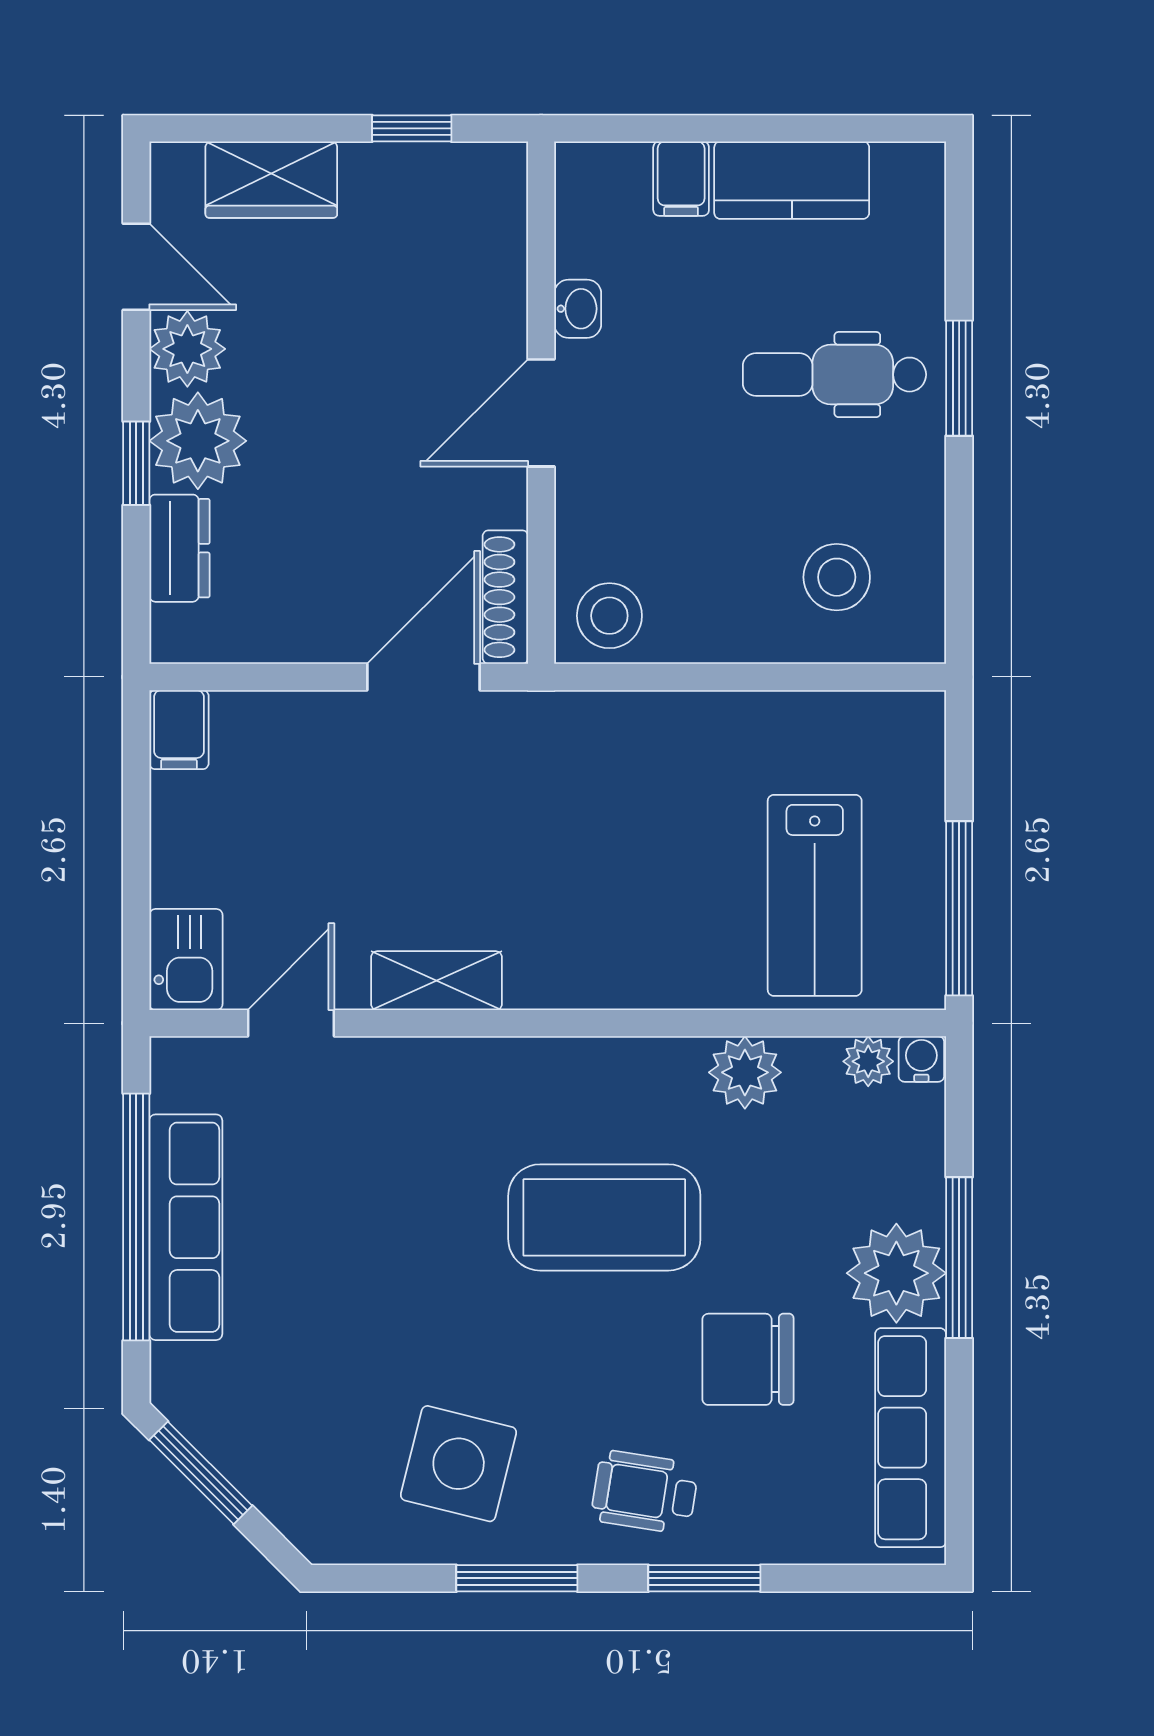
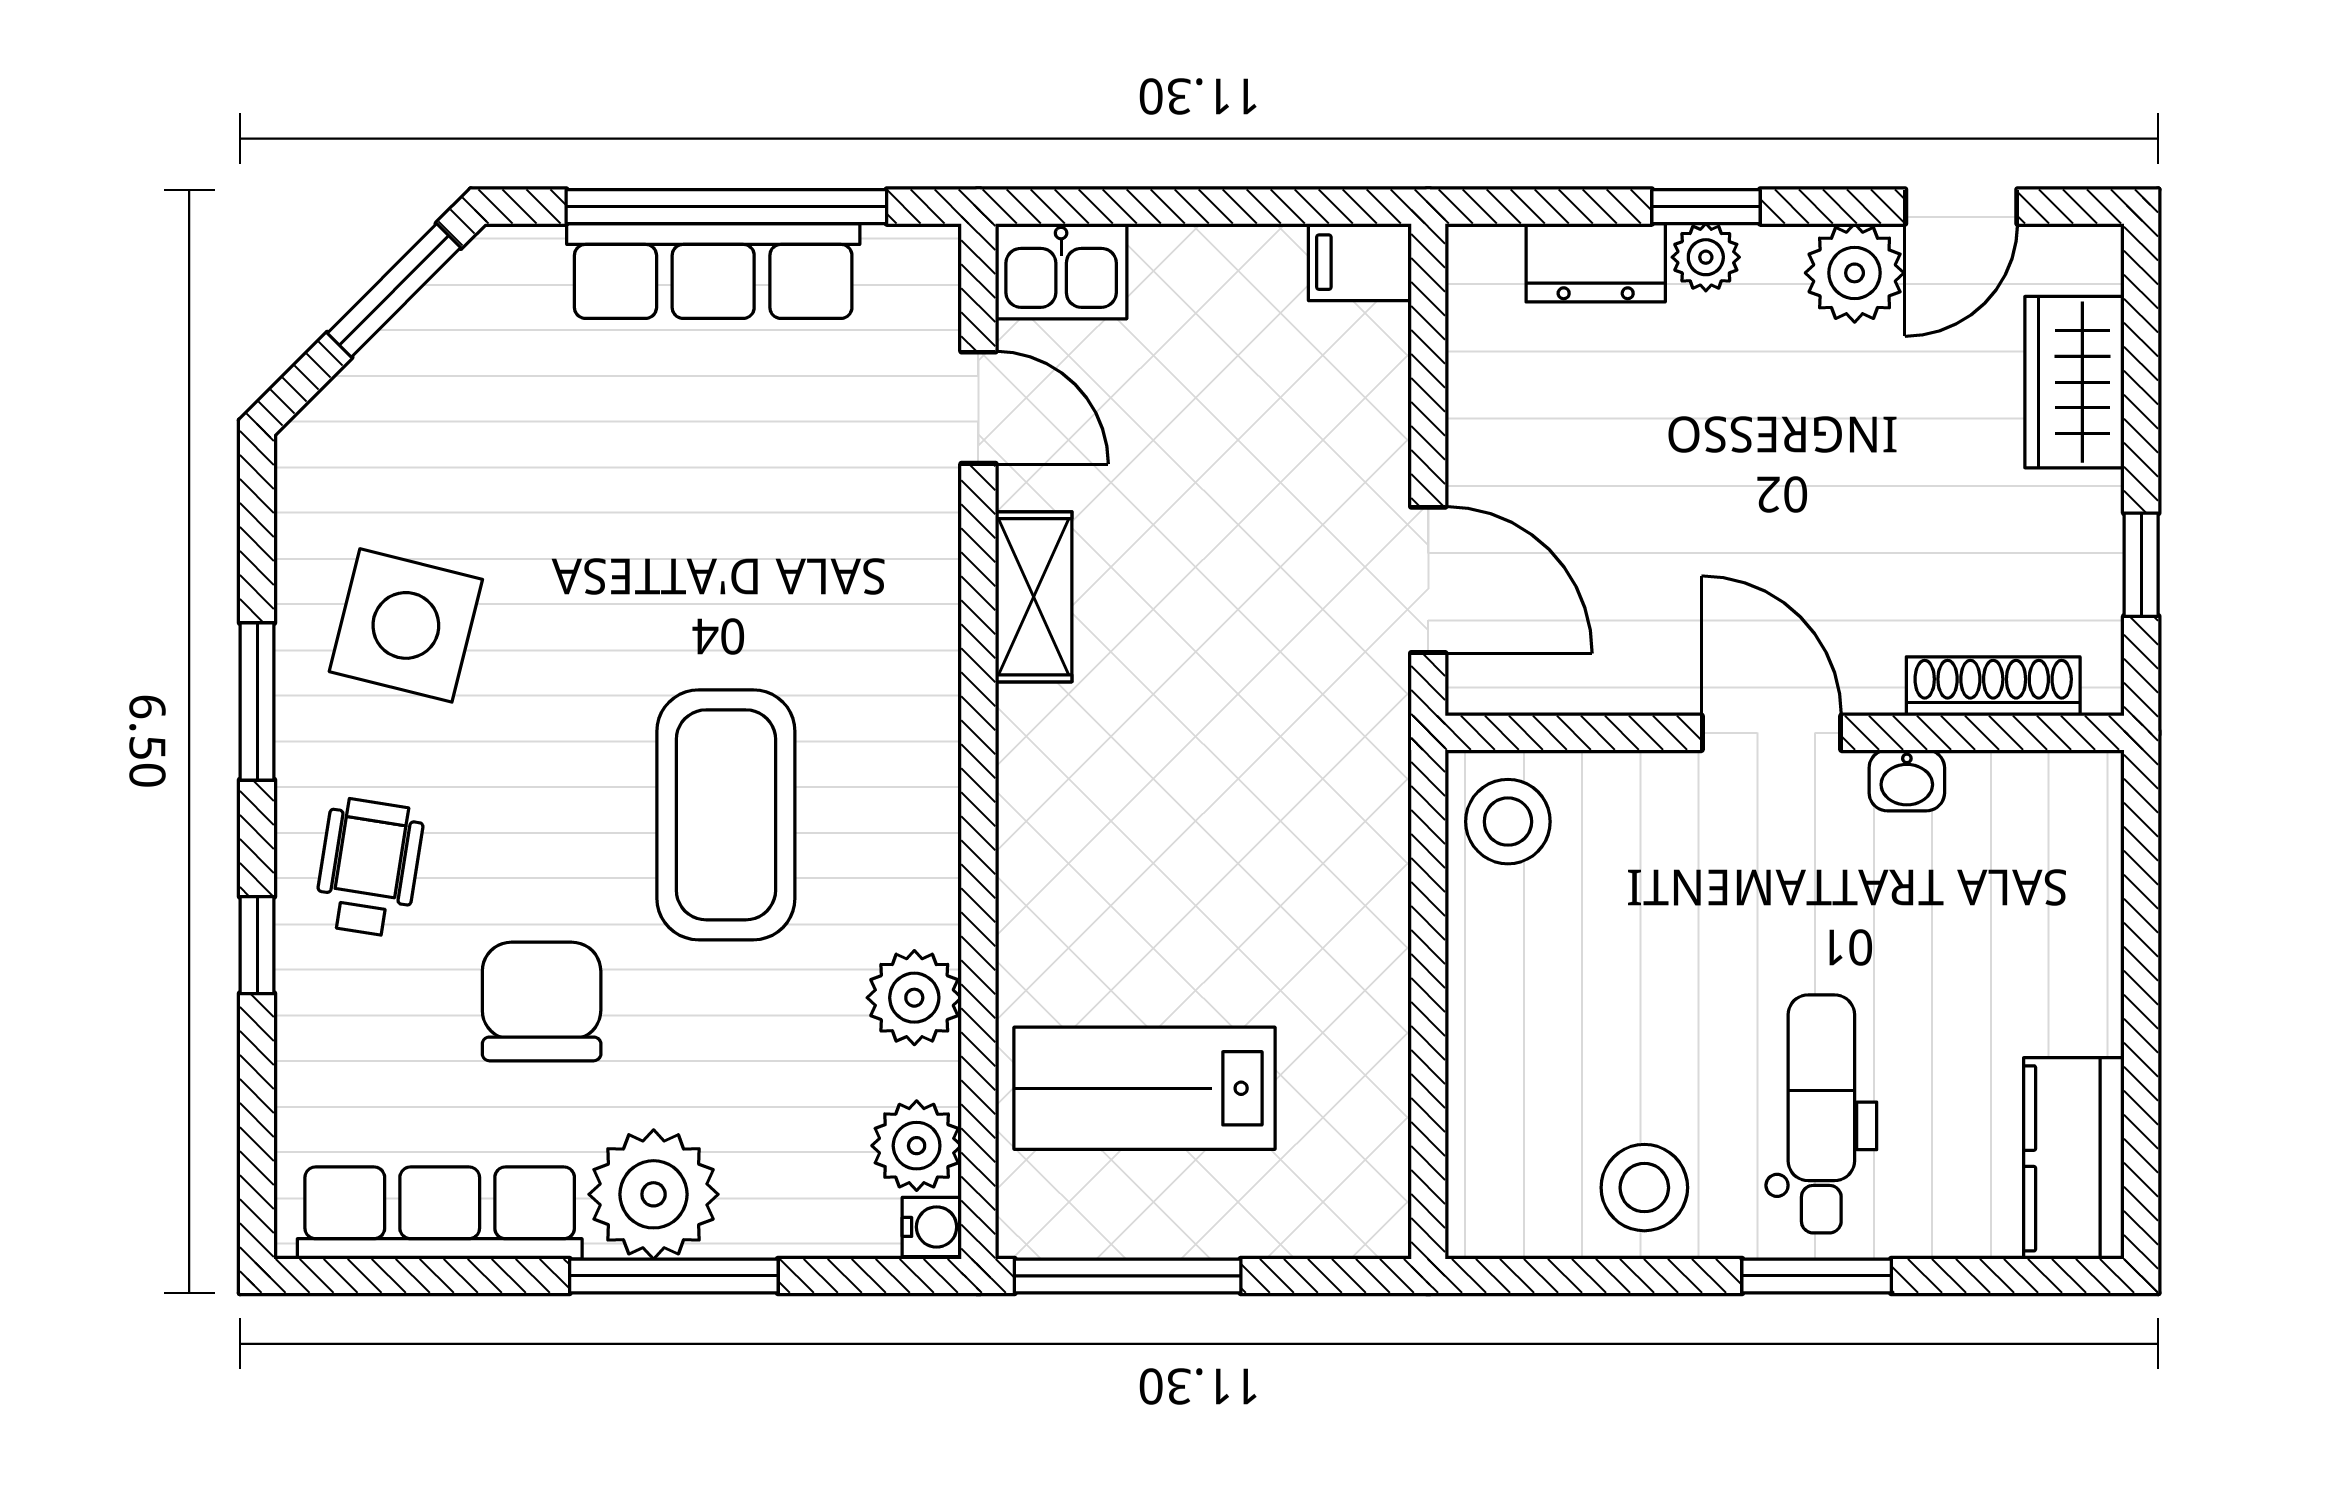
filing cabinet: (681, 179) -> (2076, 915), removed
kitchen counter: (792, 180) -> (2074, 1158), moved
plant: (198, 441) -> (1706, 257), width x0.53, depth x0.53
stool: (837, 577) -> (1644, 1188), moved
shoe rack: (505, 597) -> (1993, 686), moved
plant: (868, 1061) -> (917, 1146), width x1.38, depth x1.38
window: (704, 1578) -> (257, 945), width x0.67

